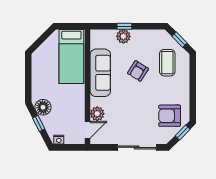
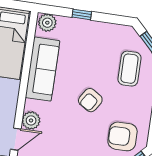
plant: (123, 36) -> (47, 23), moved
armchair: (138, 71) -> (90, 100), moved

